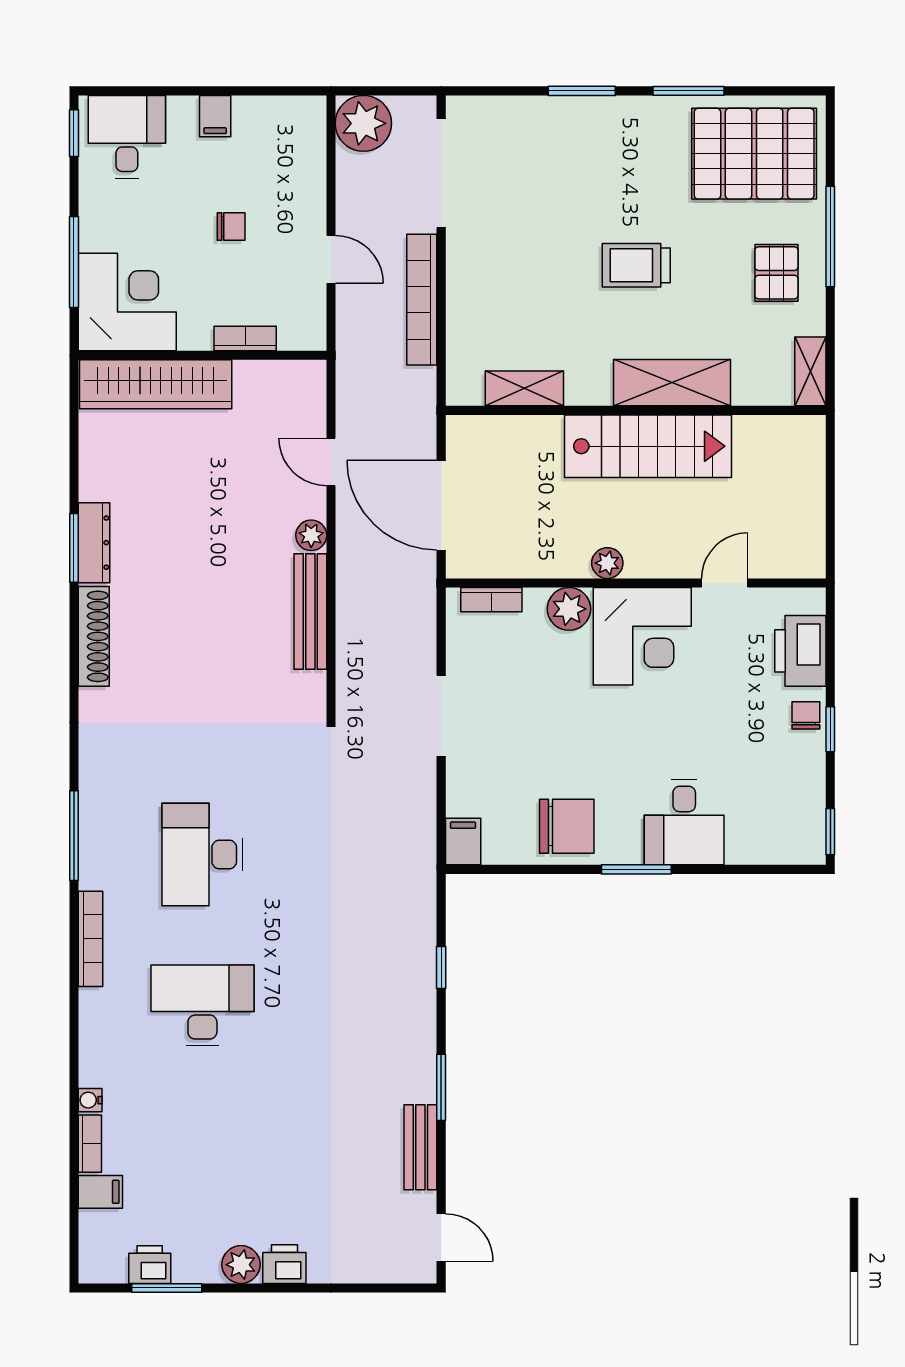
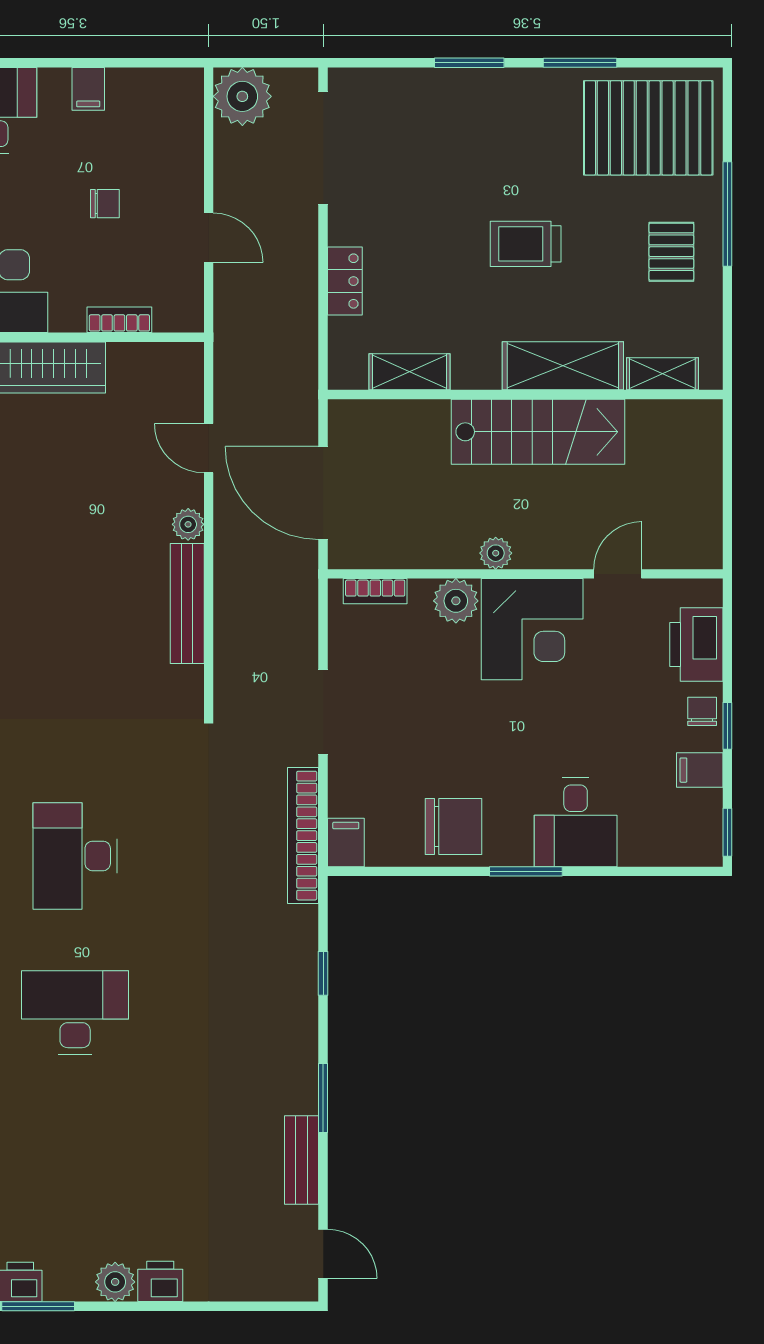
bookcase: (422, 300) -> (303, 836), moved
locker: (462, 301) -> (345, 281), added
shelving: (810, 371) -> (662, 374), moved, turned 90
filing cabinet: (804, 772) -> (700, 770), added

